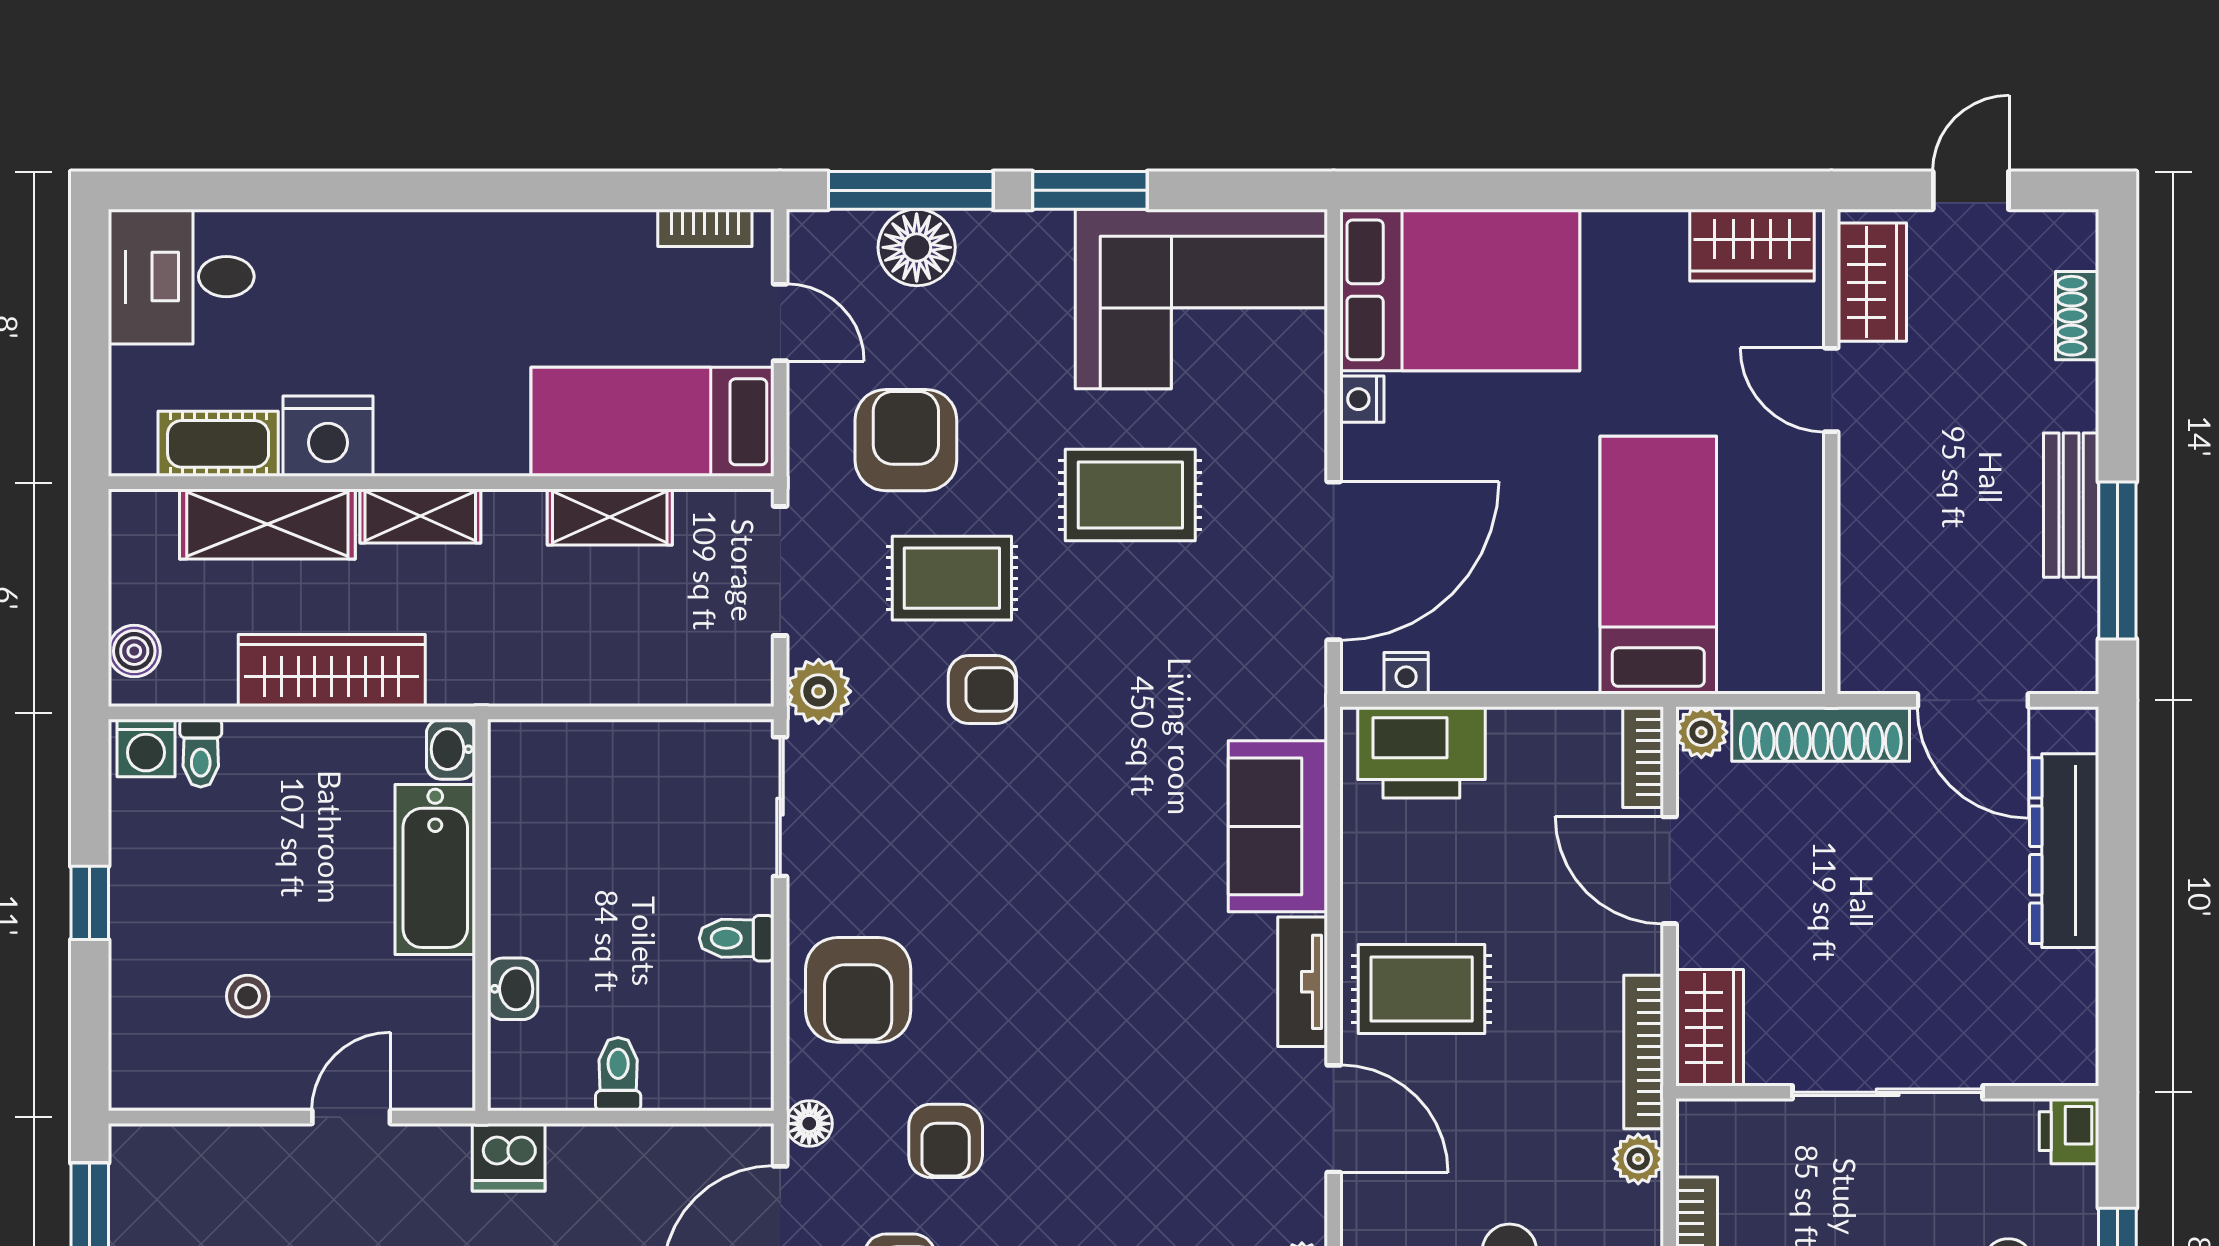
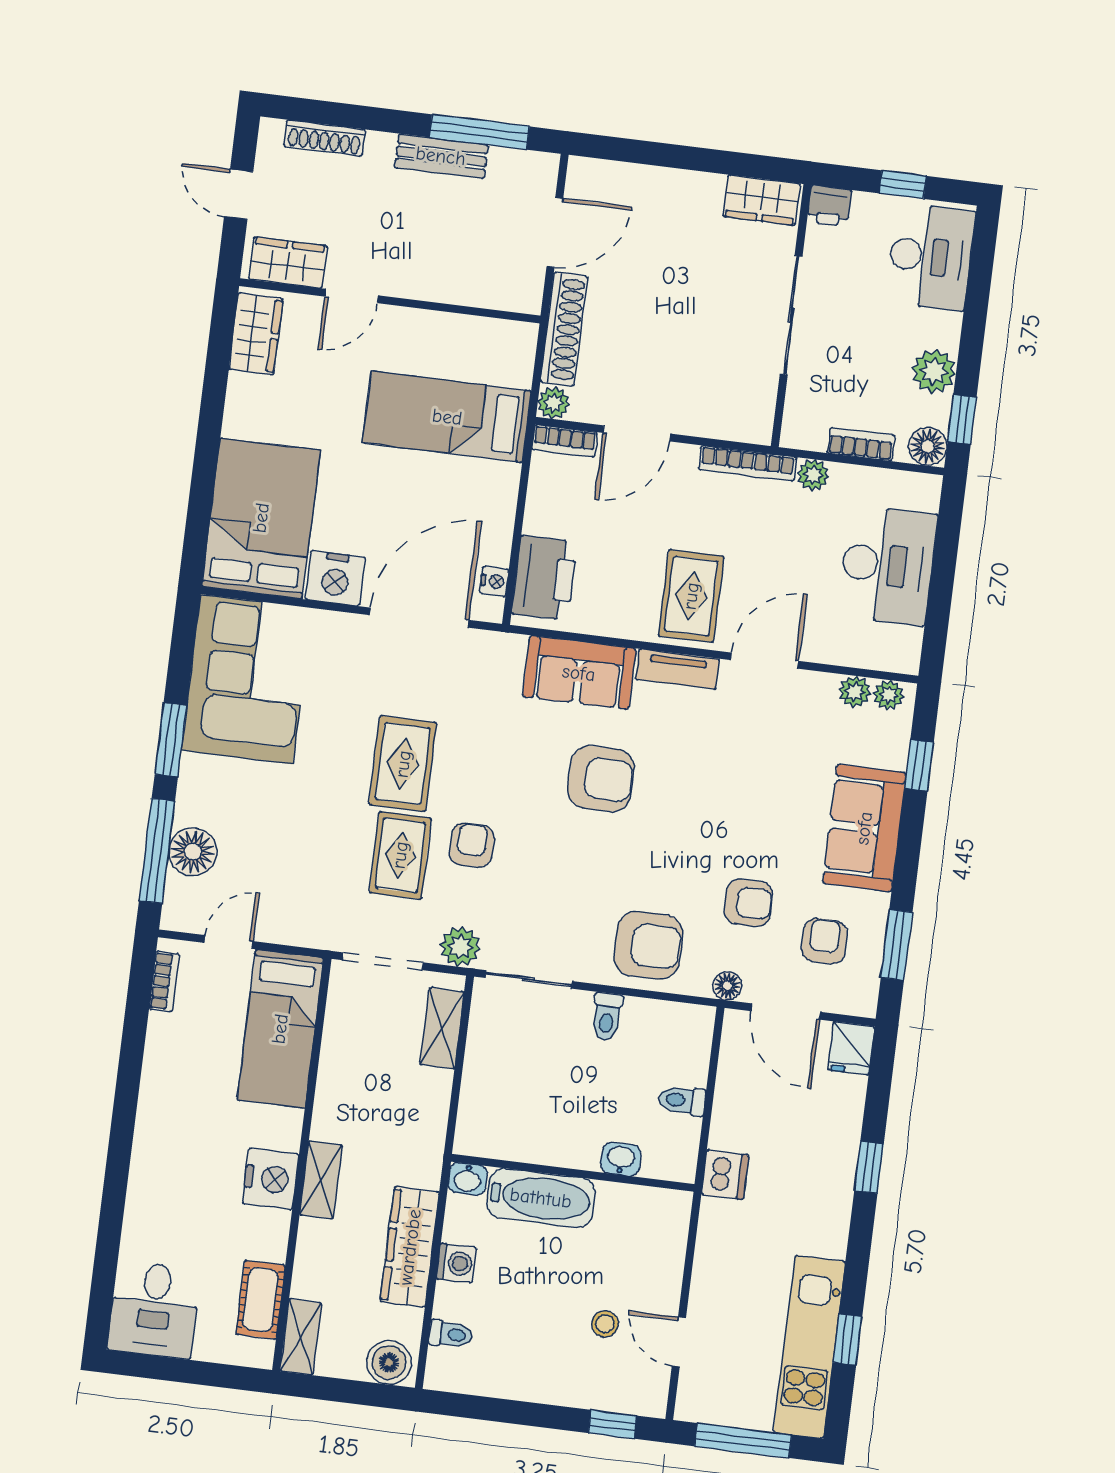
shoe rack: (2077, 316) -> (325, 138), width x1.43
nightstand: (1362, 399) -> (335, 578), width x1.89, depth x1.79
nightstand: (328, 436) -> (271, 1179), moved
armchair: (906, 440) -> (601, 779), moved, turned 180
rug: (1130, 495) -> (403, 764), moved
shelving: (610, 517) -> (442, 1028), moved
shelving: (267, 524) -> (301, 1337), moved, width x0.67, depth x0.75
door: (1334, 561) -> (419, 618), hinge flipped
boiler: (134, 651) -> (389, 1362), width x1.36, depth x1.36
washing machine: (146, 748) -> (456, 1263), moved
dresser: (2064, 851) -> (655, 187), removed
window: (90, 903) -> (613, 1424), moved
wardrobe: (1710, 1028) -> (762, 200), moved, turned 180
door: (351, 1117) -> (679, 1342), moved

